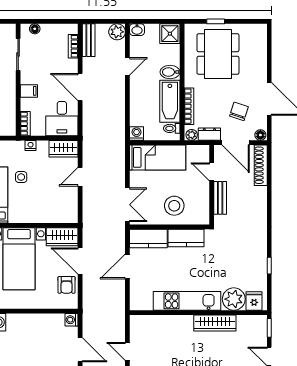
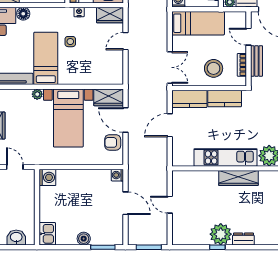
bookcase: (205, 202) -> (242, 65), added
armchair: (66, 285) -> (113, 142), turned 90
wardrobe: (215, 323) -> (238, 178), moved

